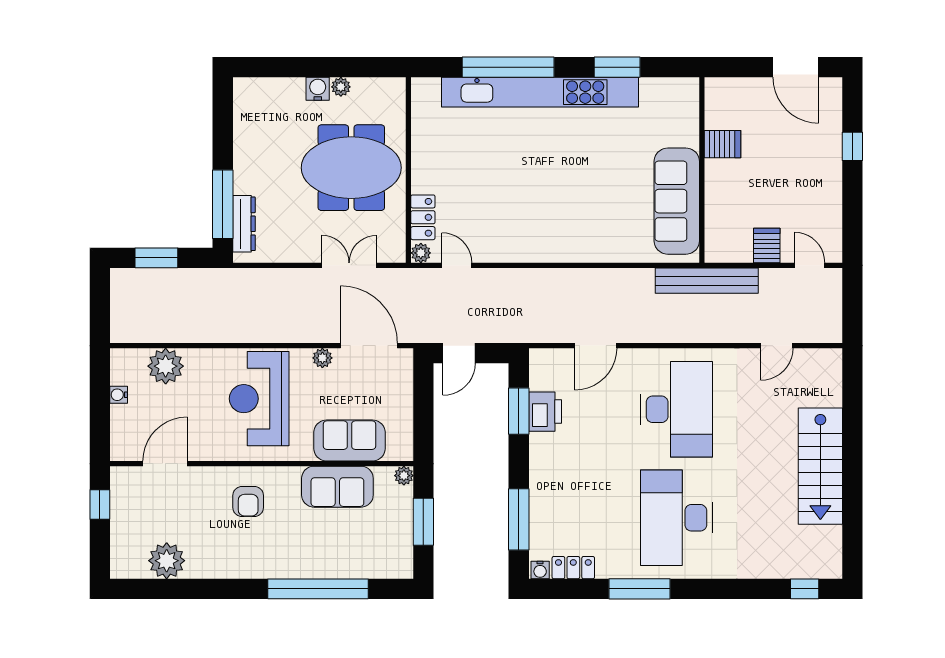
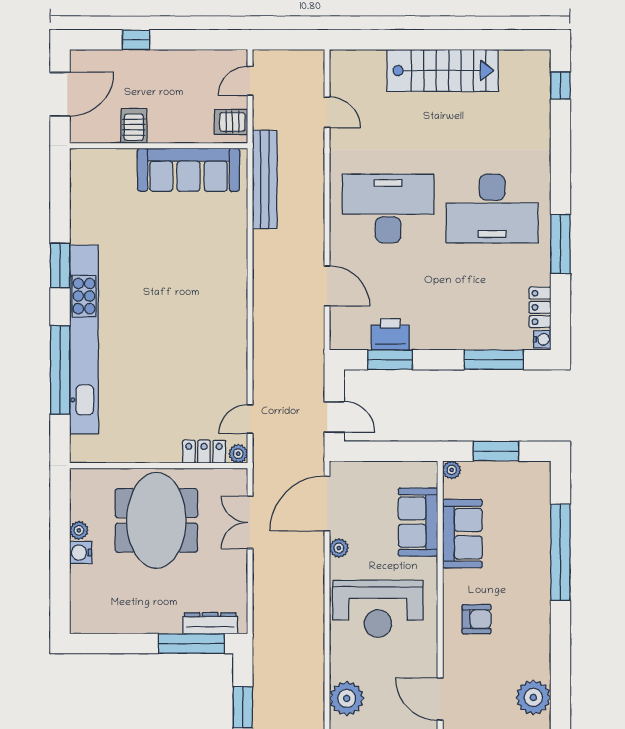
server rack: (722, 144) -> (134, 126), moved
wall: (702, 170) -> (159, 146), moved
sofa: (677, 201) -> (188, 170), moved

